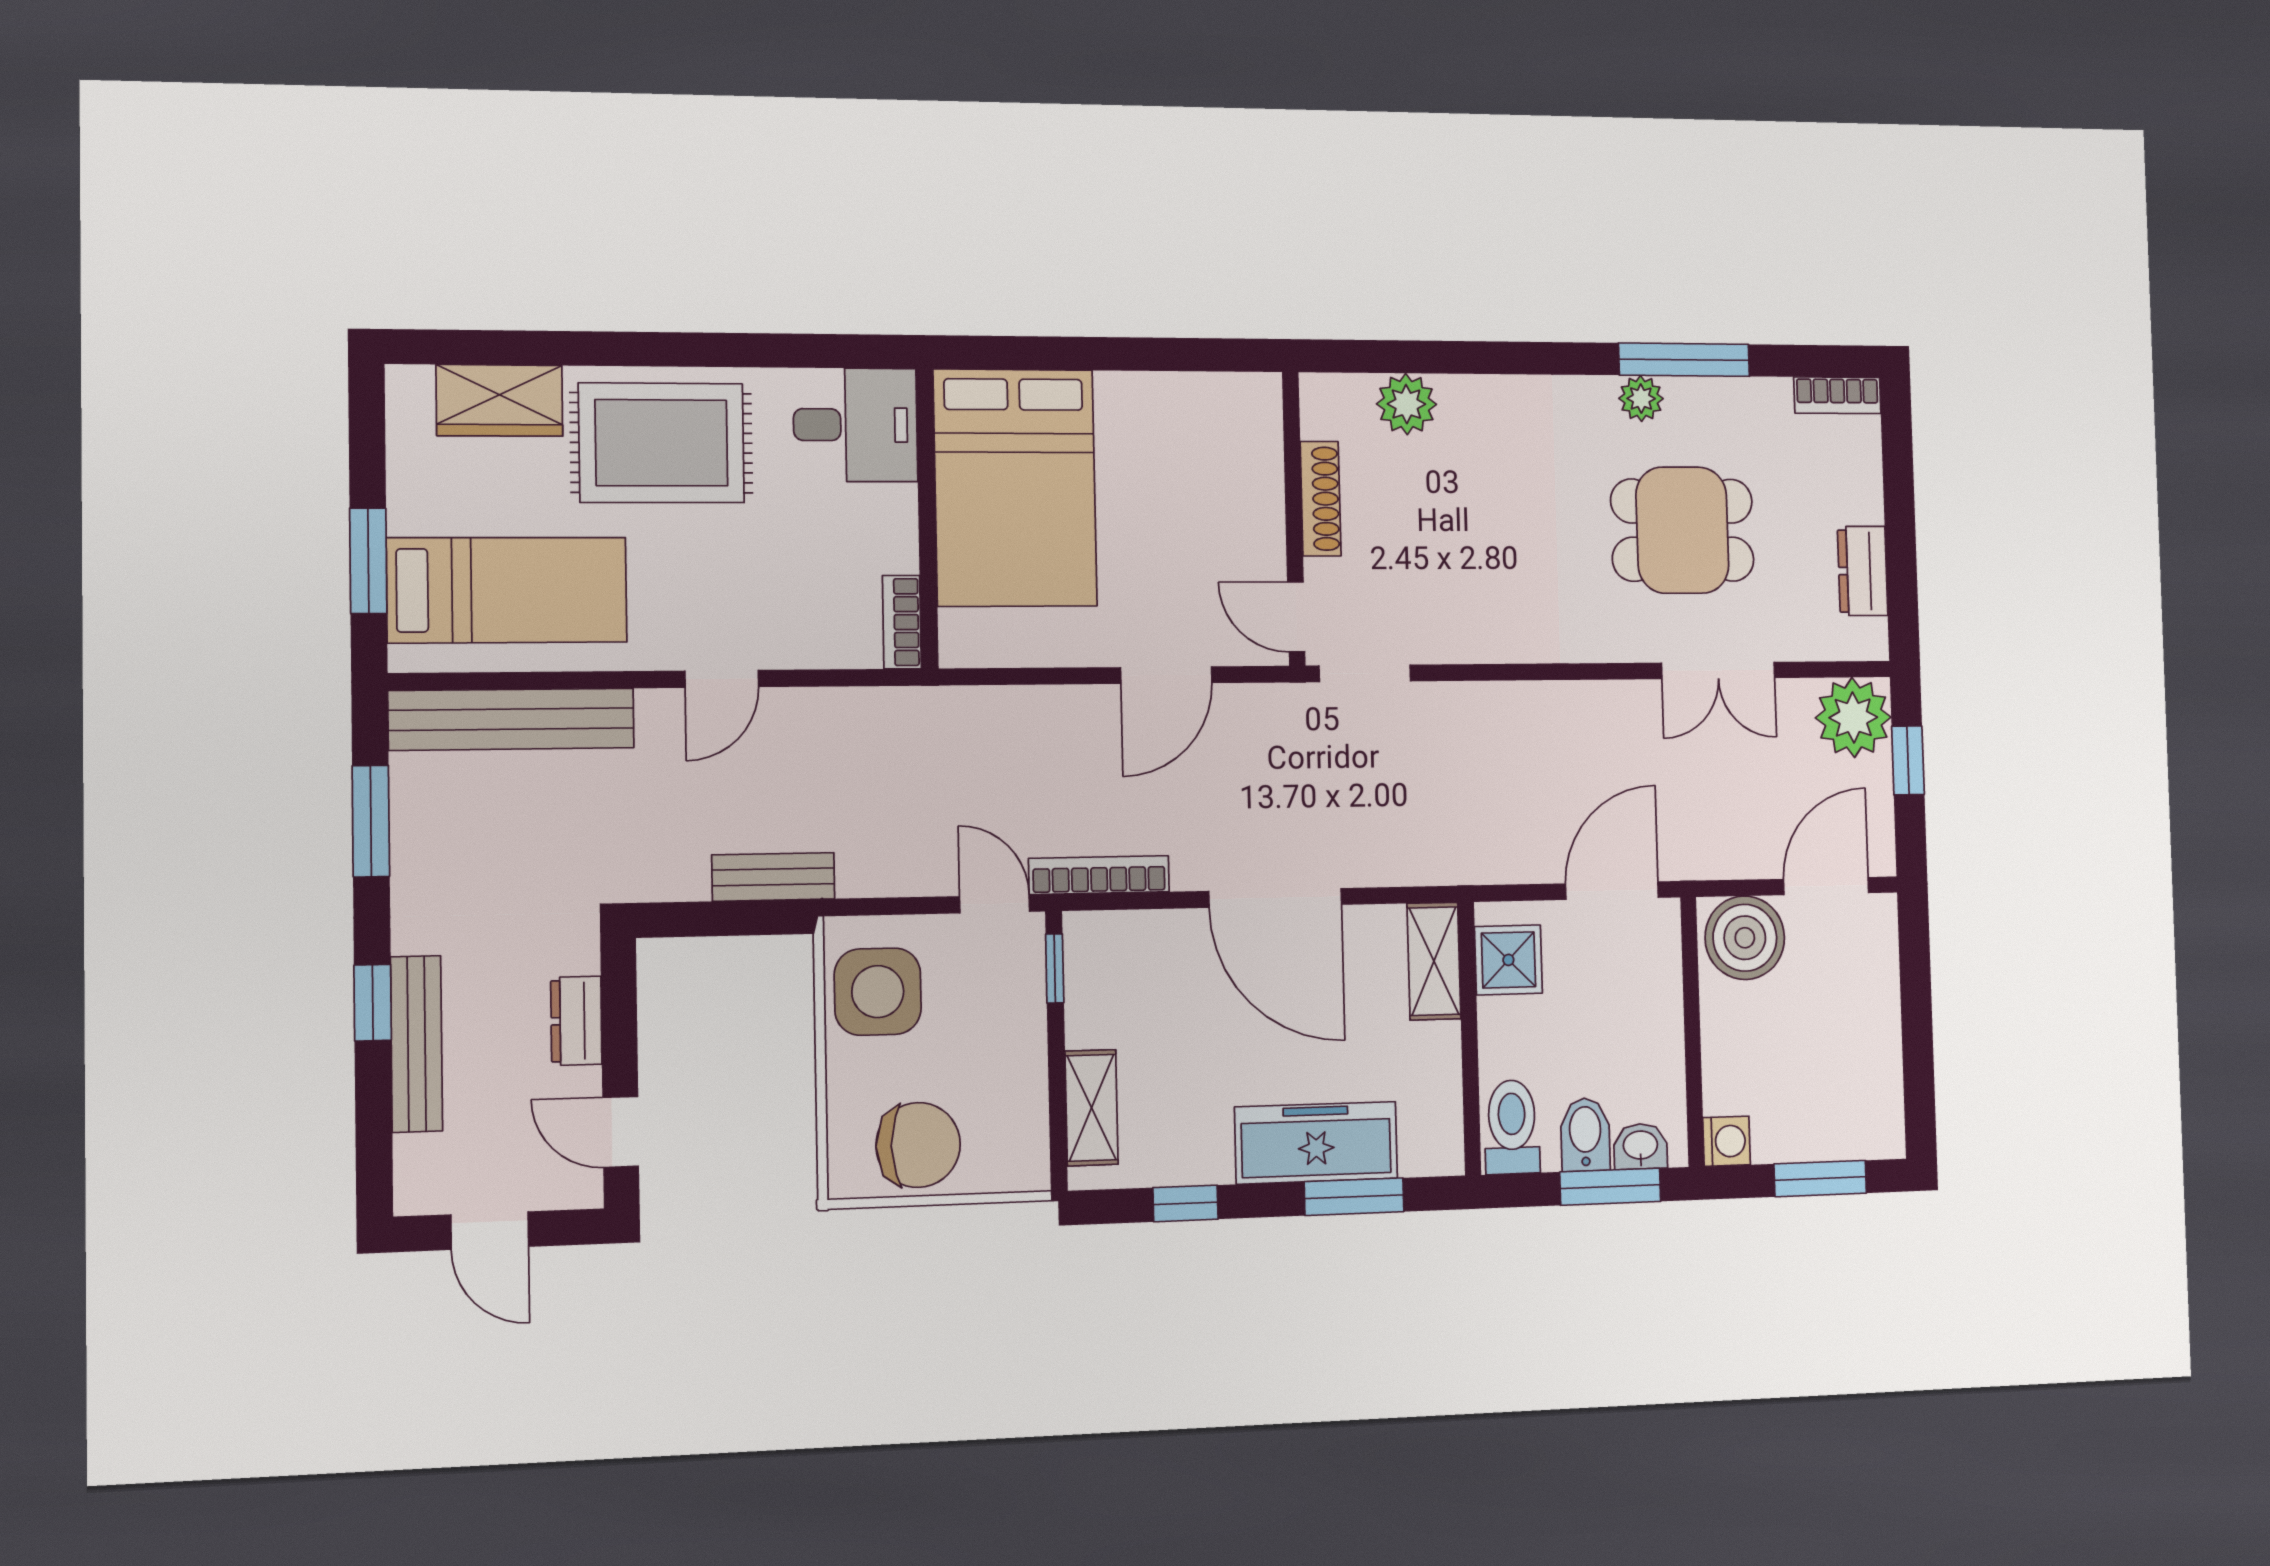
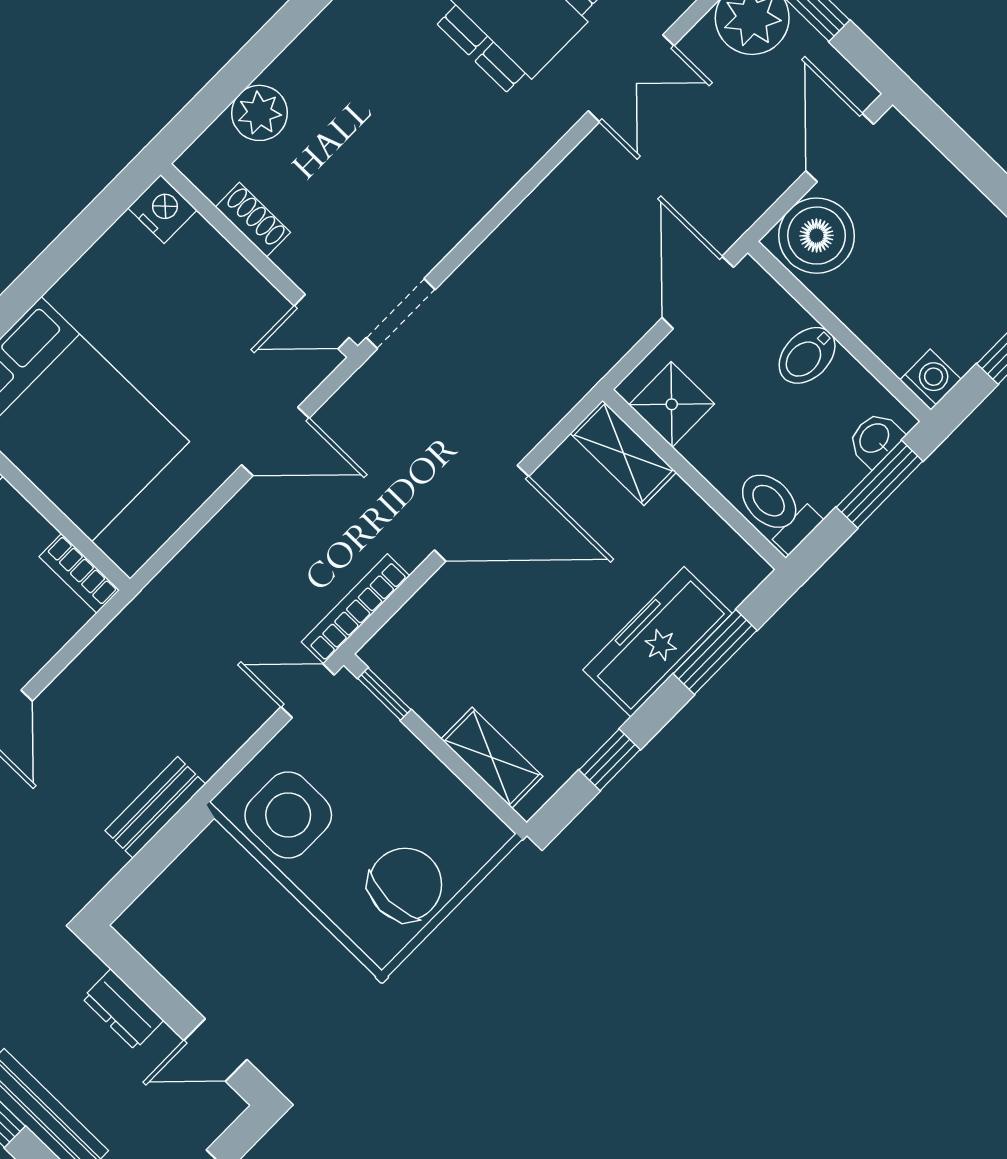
nightstand: (1257, 401) -> (162, 209), added
shoe rack: (1321, 499) -> (253, 220), width x0.70
door: (1166, 675) -> (275, 442), hinge flipped
bidet: (1585, 1134) -> (807, 355), moved, turned -90

